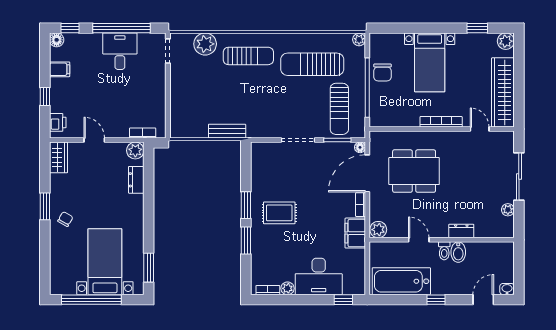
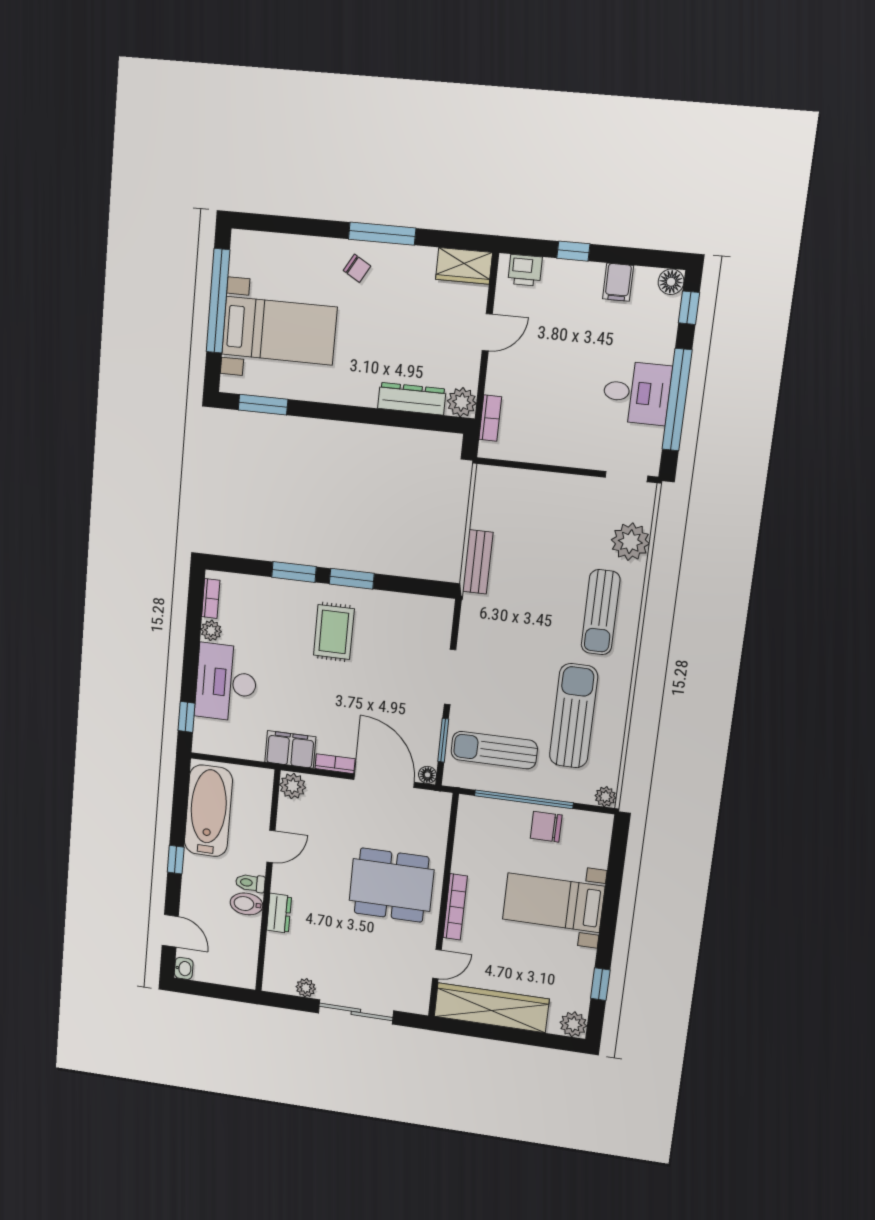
dining table: (414, 171) -> (391, 885), moved, turned 90
dresser: (136, 180) -> (412, 399), width x1.44
window: (45, 206) -> (382, 234), width x1.44

